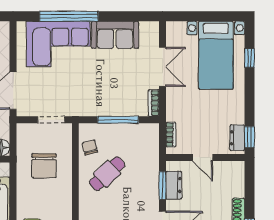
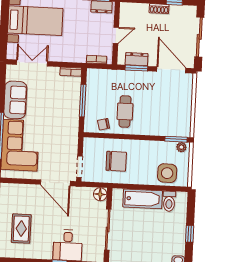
double door: (162, 67) -> (32, 63), moved
doorway: (51, 120) -> (79, 167), moved
cafe table: (107, 174) -> (125, 112), turned 43

